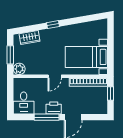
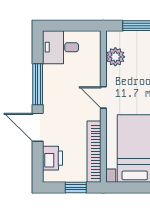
plant: (19, 69) -> (115, 57), moved
printer: (54, 108) -> (52, 158), moved

